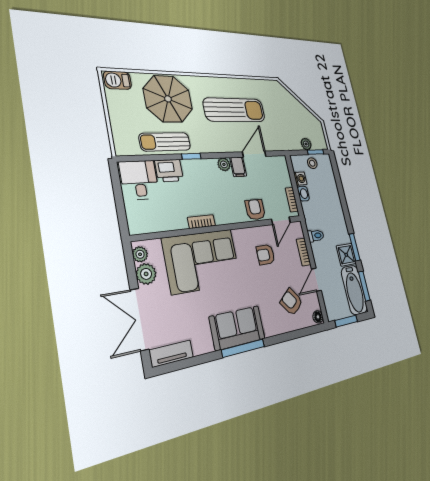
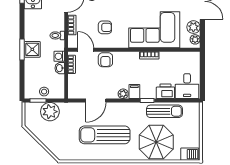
plant: (306, 144) -> (50, 112), width x1.87, depth x1.87
filing cabinet: (238, 167) -> (134, 92), moved
washing machine: (300, 179) -> (59, 56), moved
door: (281, 221) -> (86, 50), hinge flipped
window: (355, 247) -> (22, 50), moved
shower: (346, 255) -> (32, 49), moved

